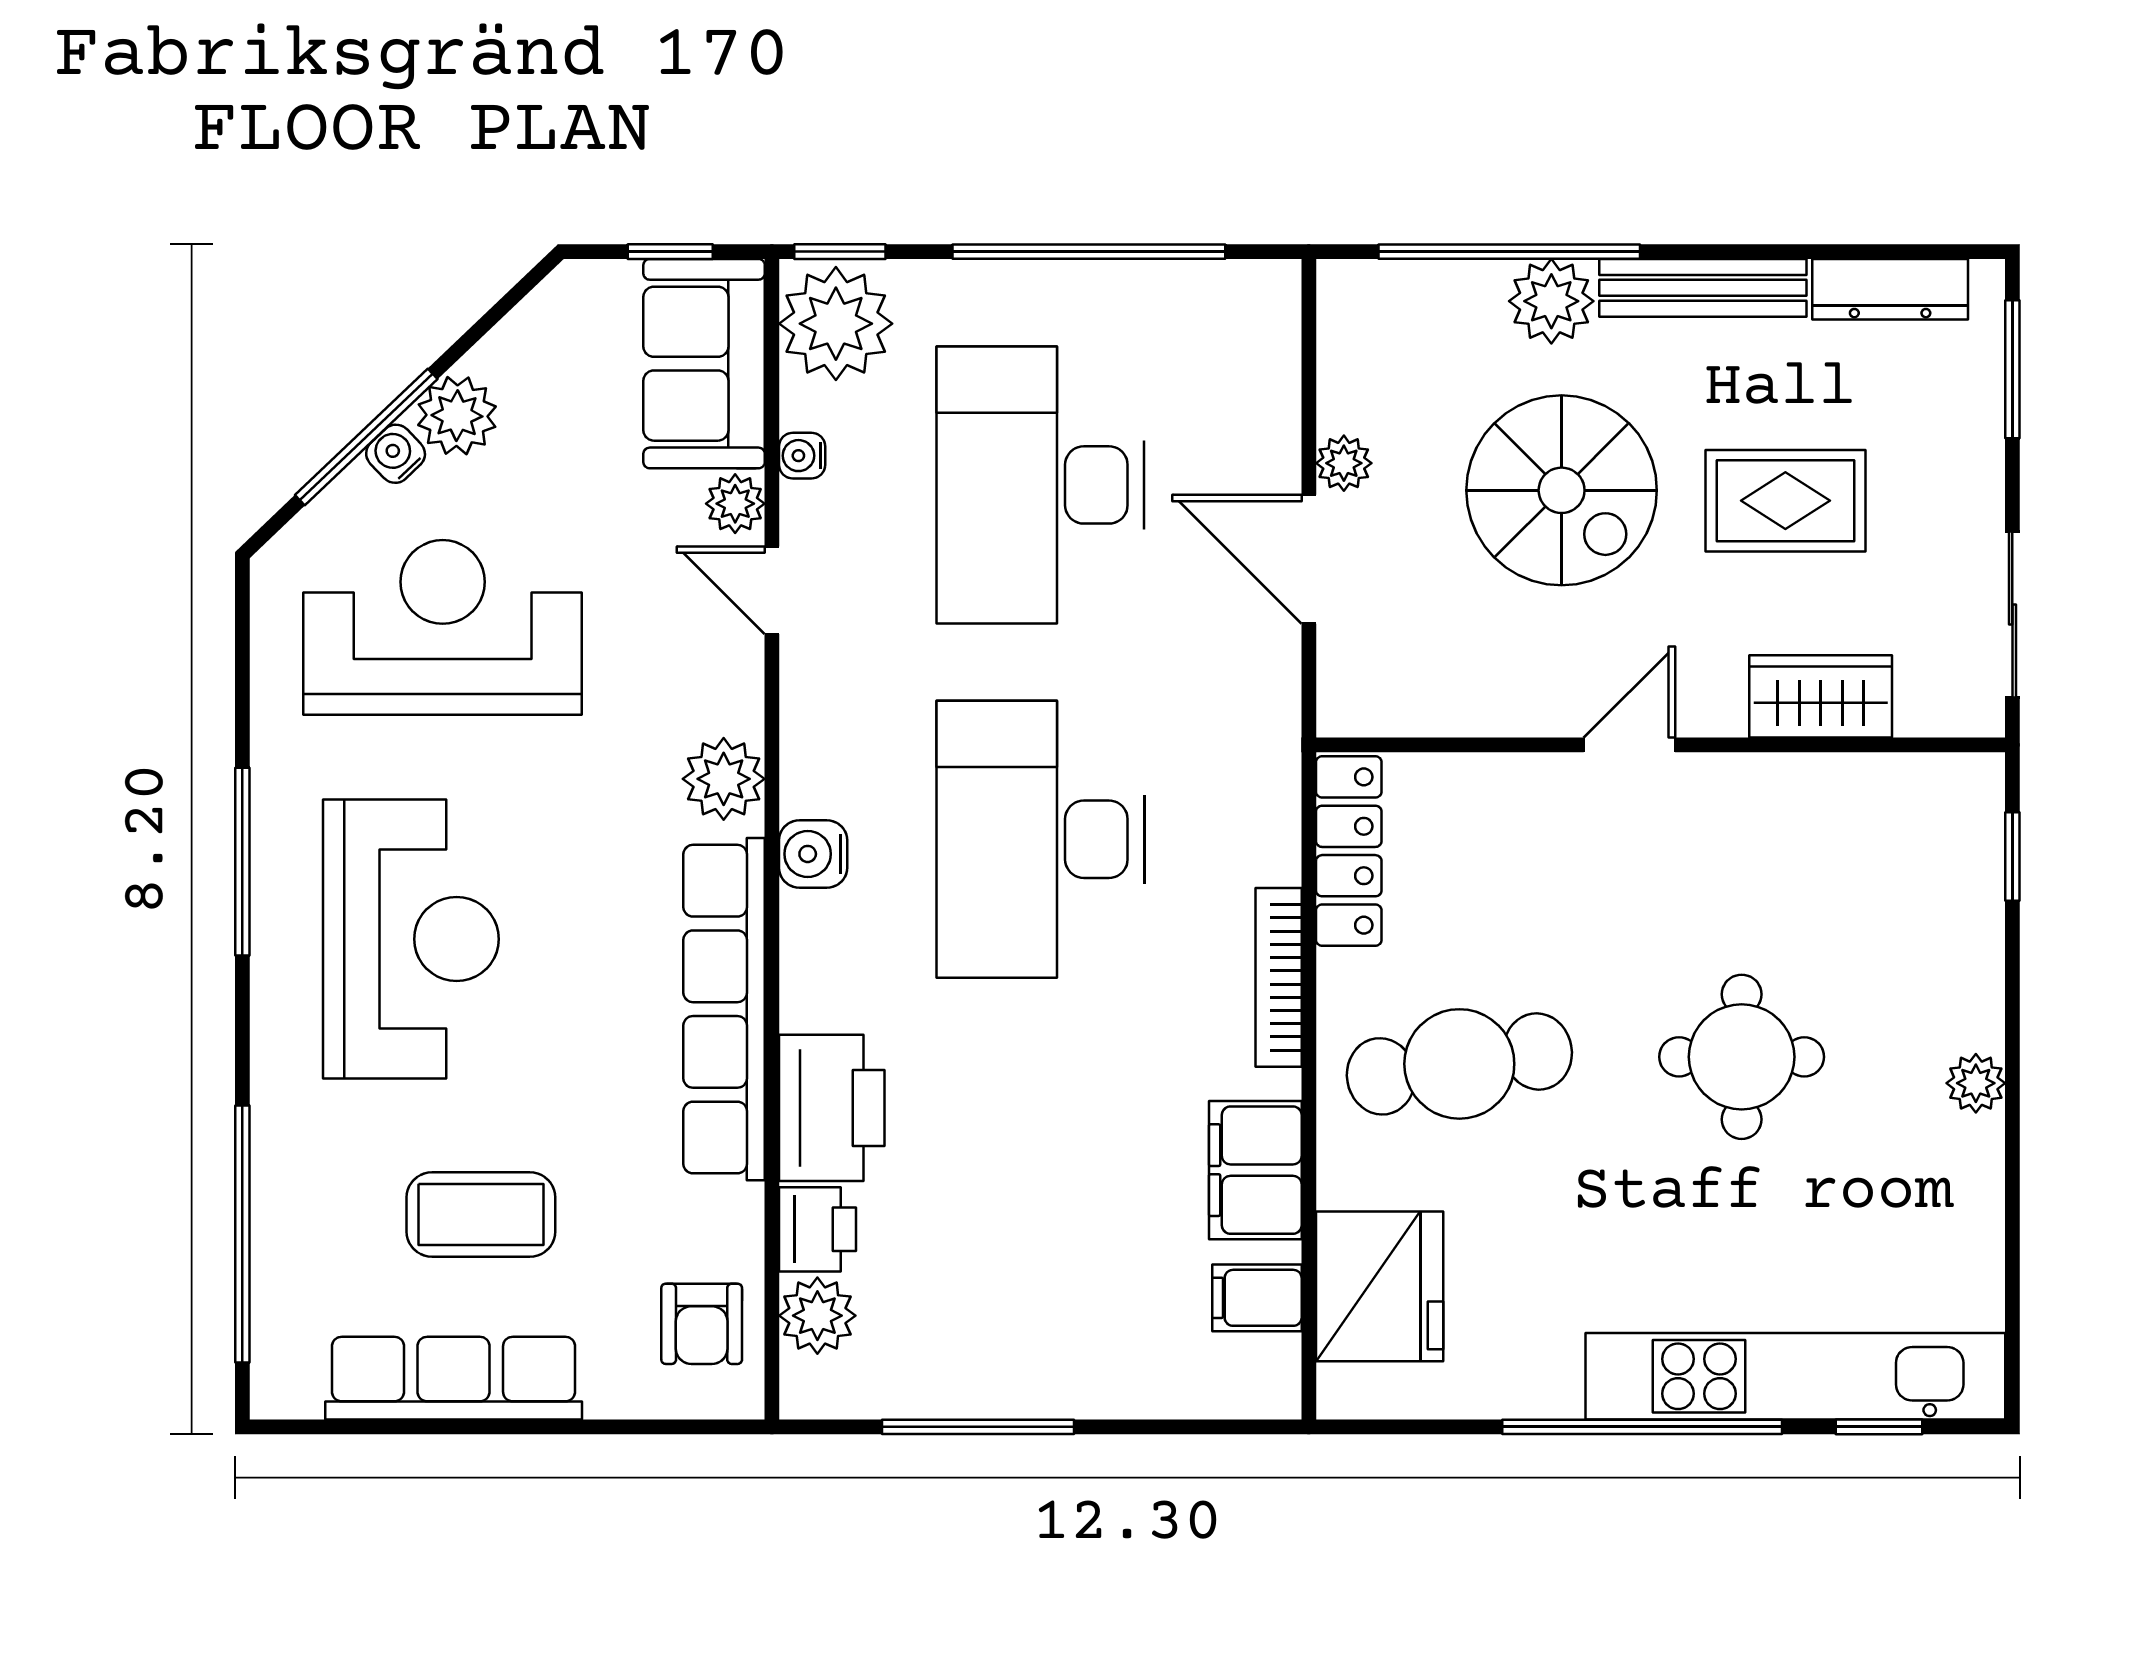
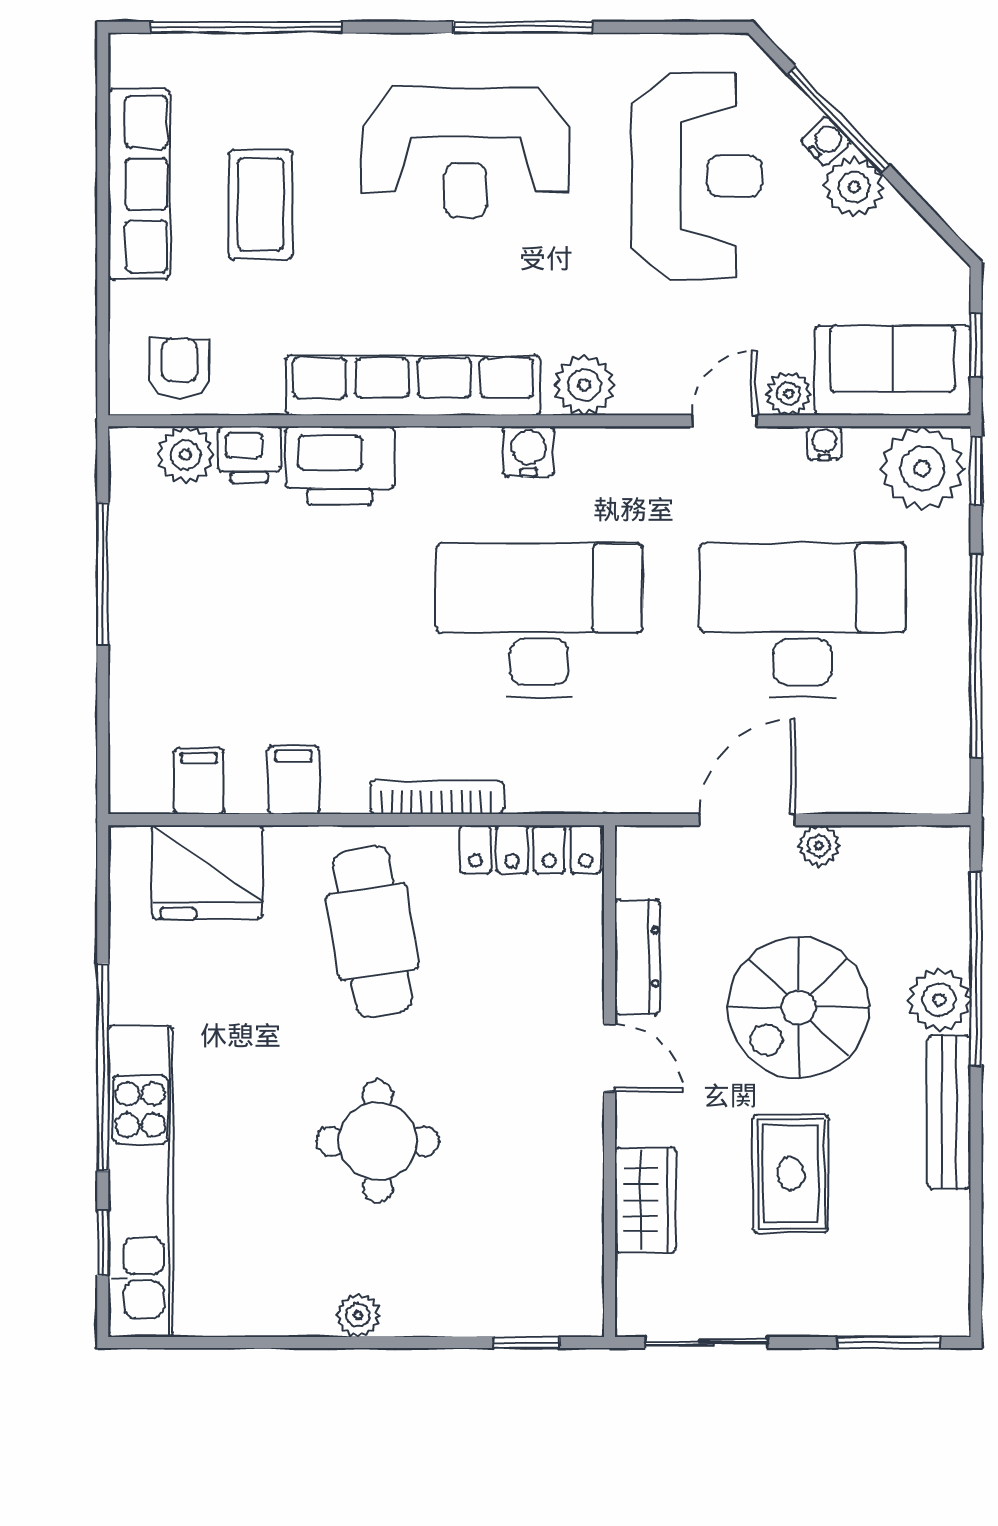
dresser: (1890, 289) -> (637, 957), moved, turned 180
filing cabinet: (1255, 1170) -> (294, 780), width x0.50
armchair: (702, 1324) -> (179, 369), turned 90

